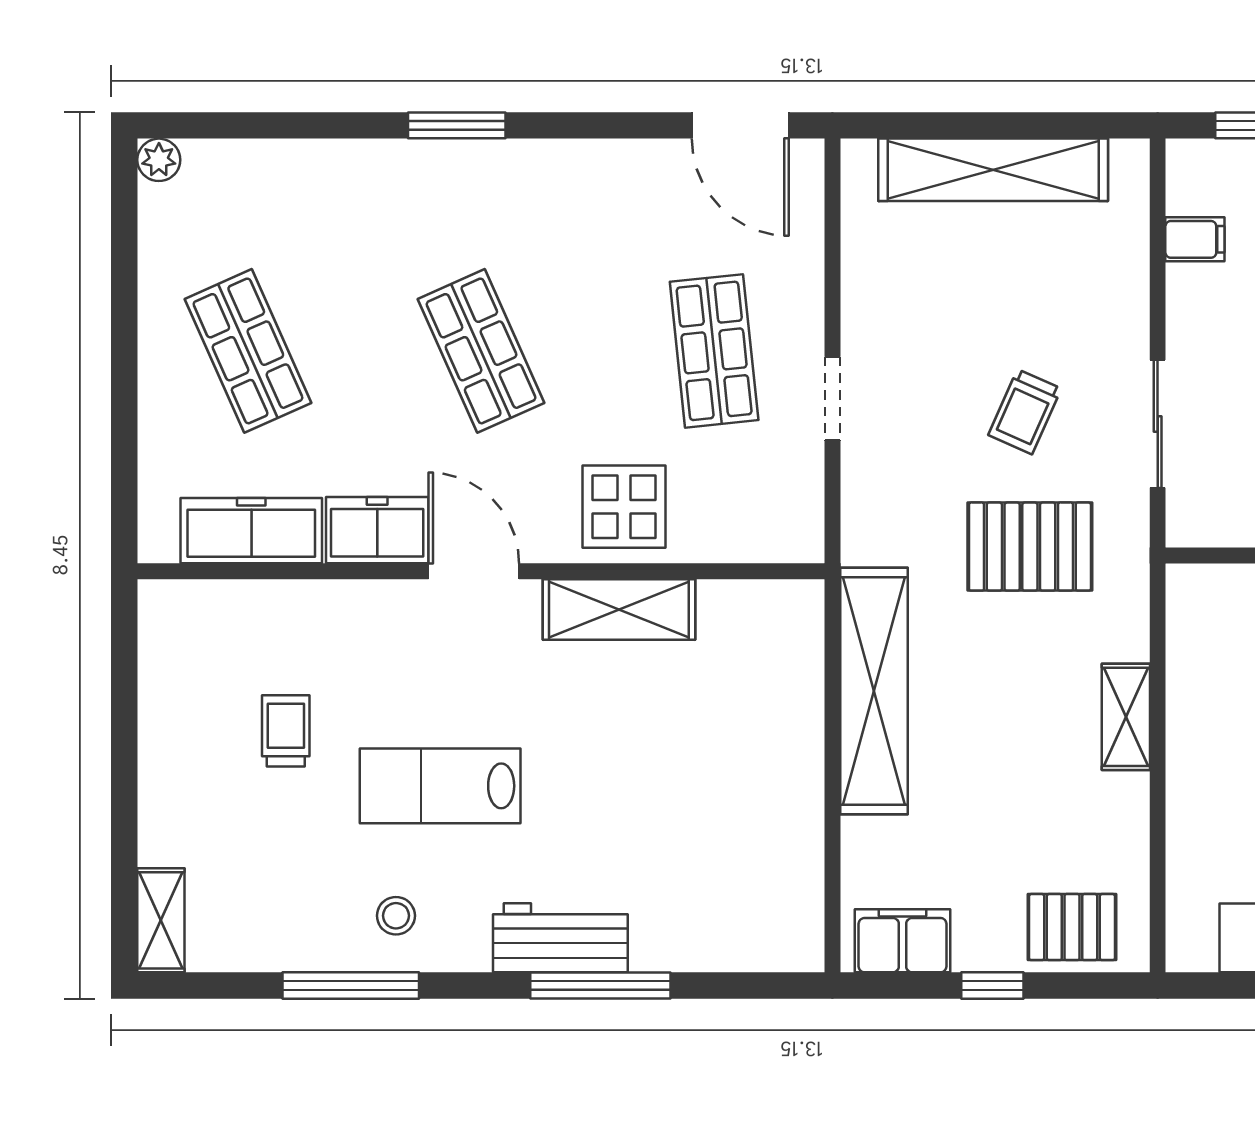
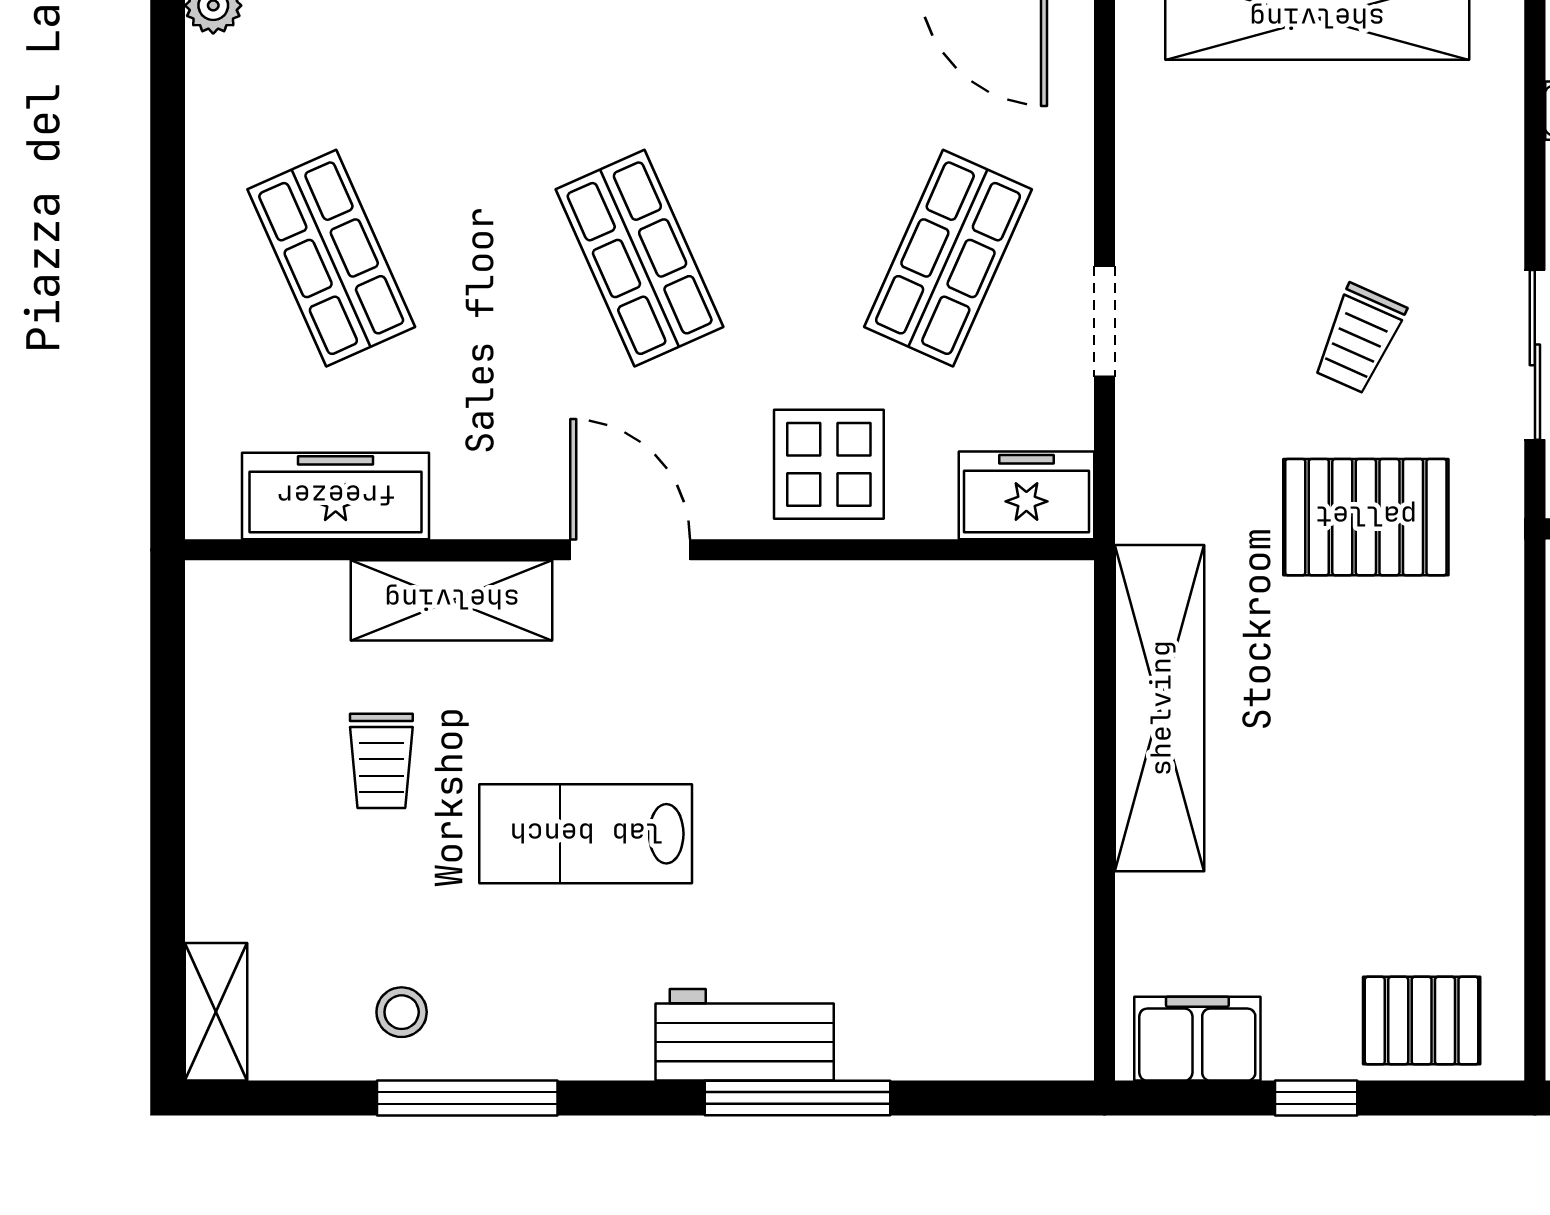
shop shelf: (714, 351) -> (948, 258), turned 30
freezer: (377, 530) -> (1026, 495), moved
shelving: (619, 610) -> (452, 600), moved
shelving: (1126, 717) -> (1493, 742), removed
trolley: (286, 731) -> (381, 761), turned 180
stool: (396, 916) -> (402, 1012), moved

